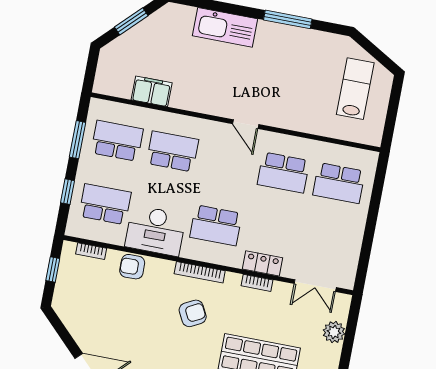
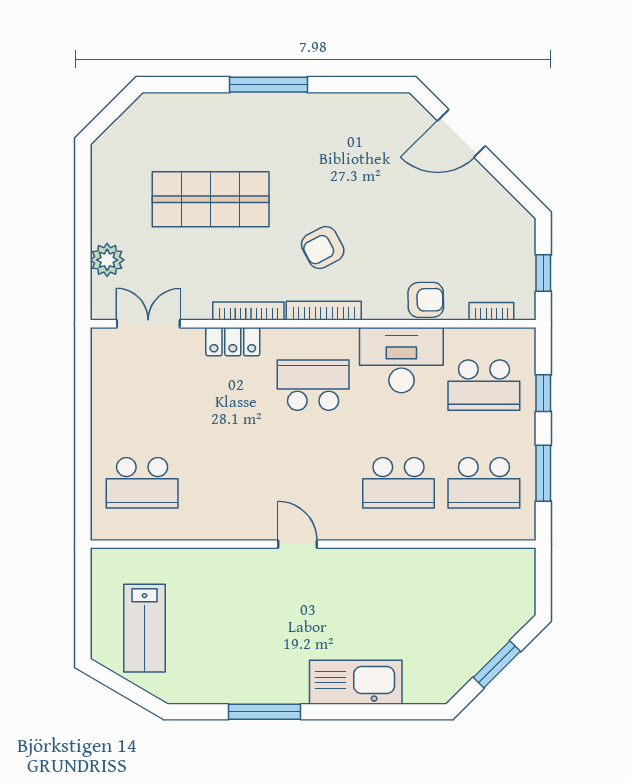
filing cabinet: (152, 91) -> (447, 566), removed
school desk: (283, 173) -> (228, 483), removed
school desk: (339, 183) -> (142, 483), turned 180
bookcase: (257, 283) -> (248, 311), width x1.56

